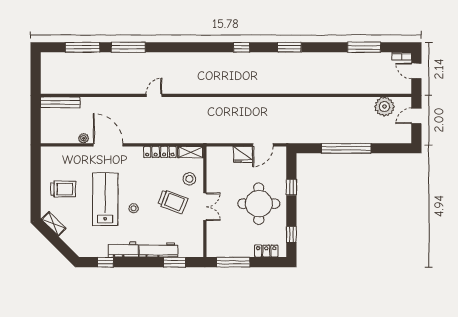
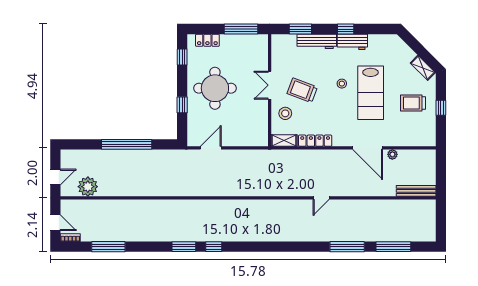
window: (242, 47) -> (214, 247), moved
fridge: (243, 154) -> (231, 138), removed
window: (36, 184) -> (441, 108), added
window: (105, 262) -> (346, 29), moved

